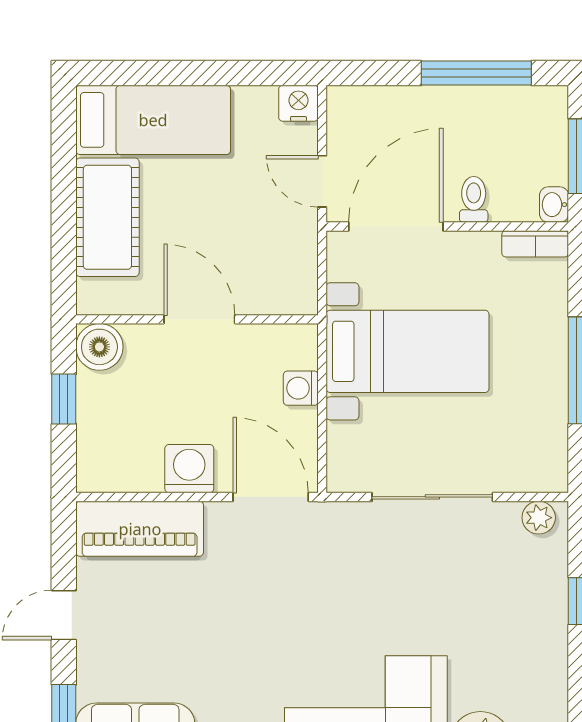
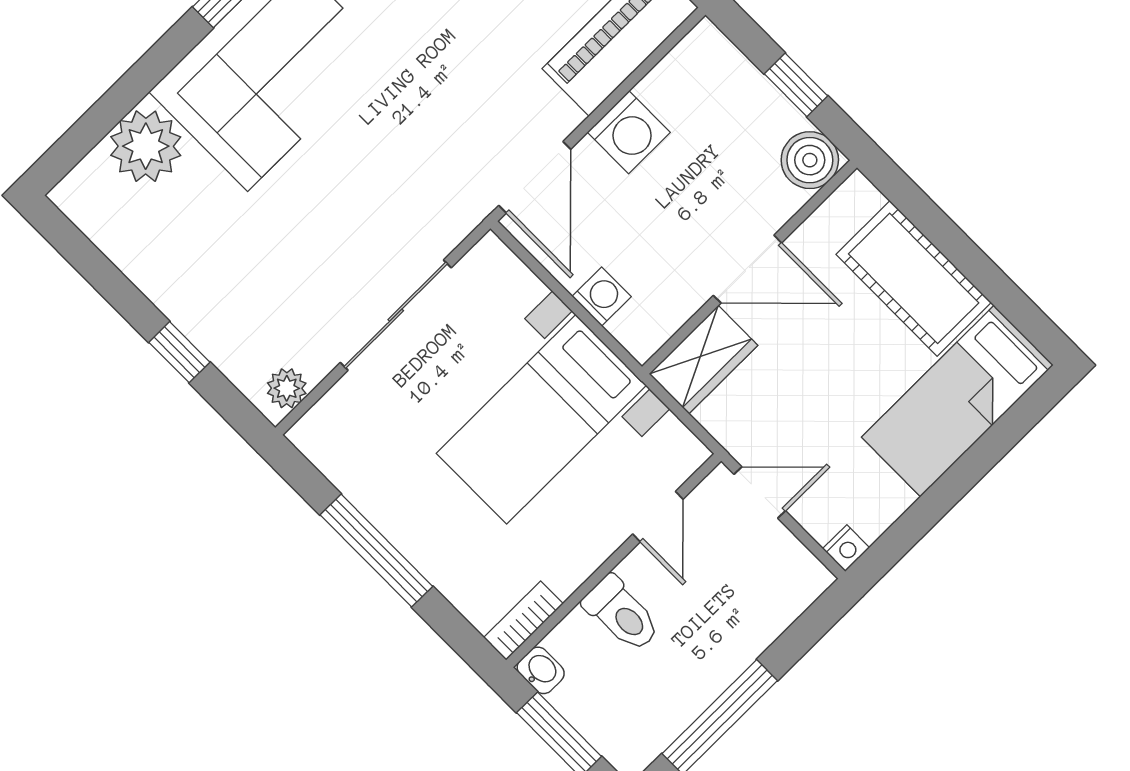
nightstand: (298, 103) -> (846, 548), width x0.72, depth x0.74
toilet: (474, 199) -> (622, 614), width x1.37, depth x1.39
door: (396, 226) -> (658, 517), width x0.53
wardrobe: (278, 292) -> (703, 360), added
door: (271, 497) -> (535, 177), hinge flipped

